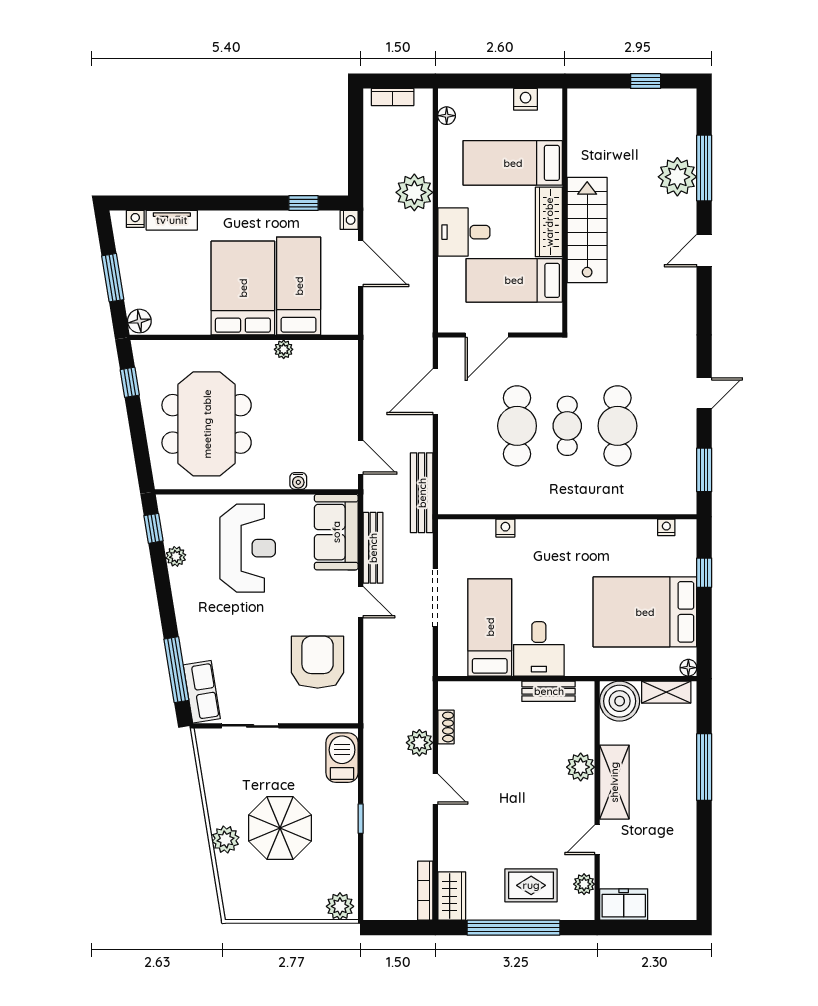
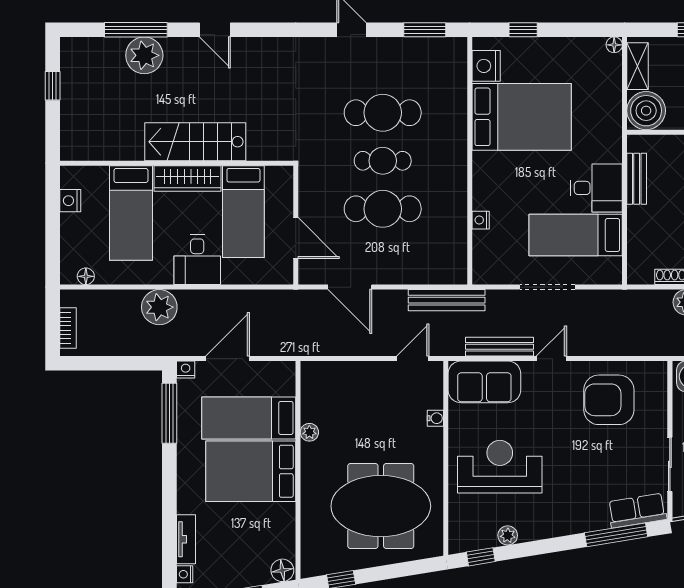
window: (304, 203) -> (169, 413), width x2.17
nightstand: (666, 527) -> (486, 66), width x1.89, depth x1.79
bed: (645, 612) -> (522, 117), moved, turned -90

